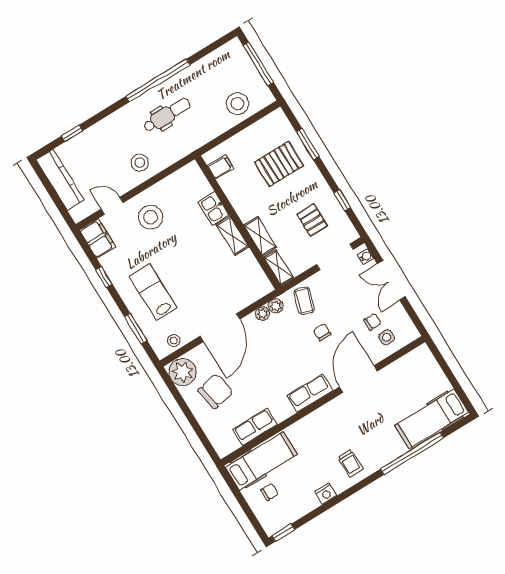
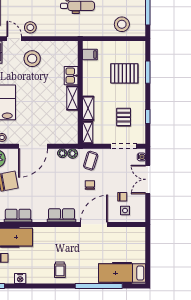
stool: (140, 163) -> (30, 27), moved
nightstand: (326, 494) -> (20, 279), moved

